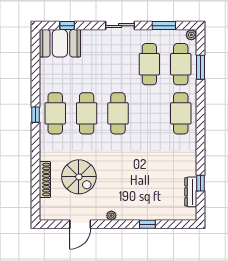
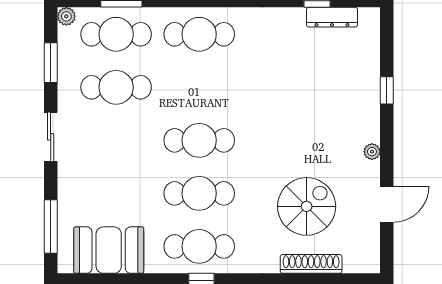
window: (67, 26) -> (51, 227), width x2.17
booth: (60, 43) -> (109, 250), moved, turned 90
door: (80, 224) -> (387, 204), hinge flipped

